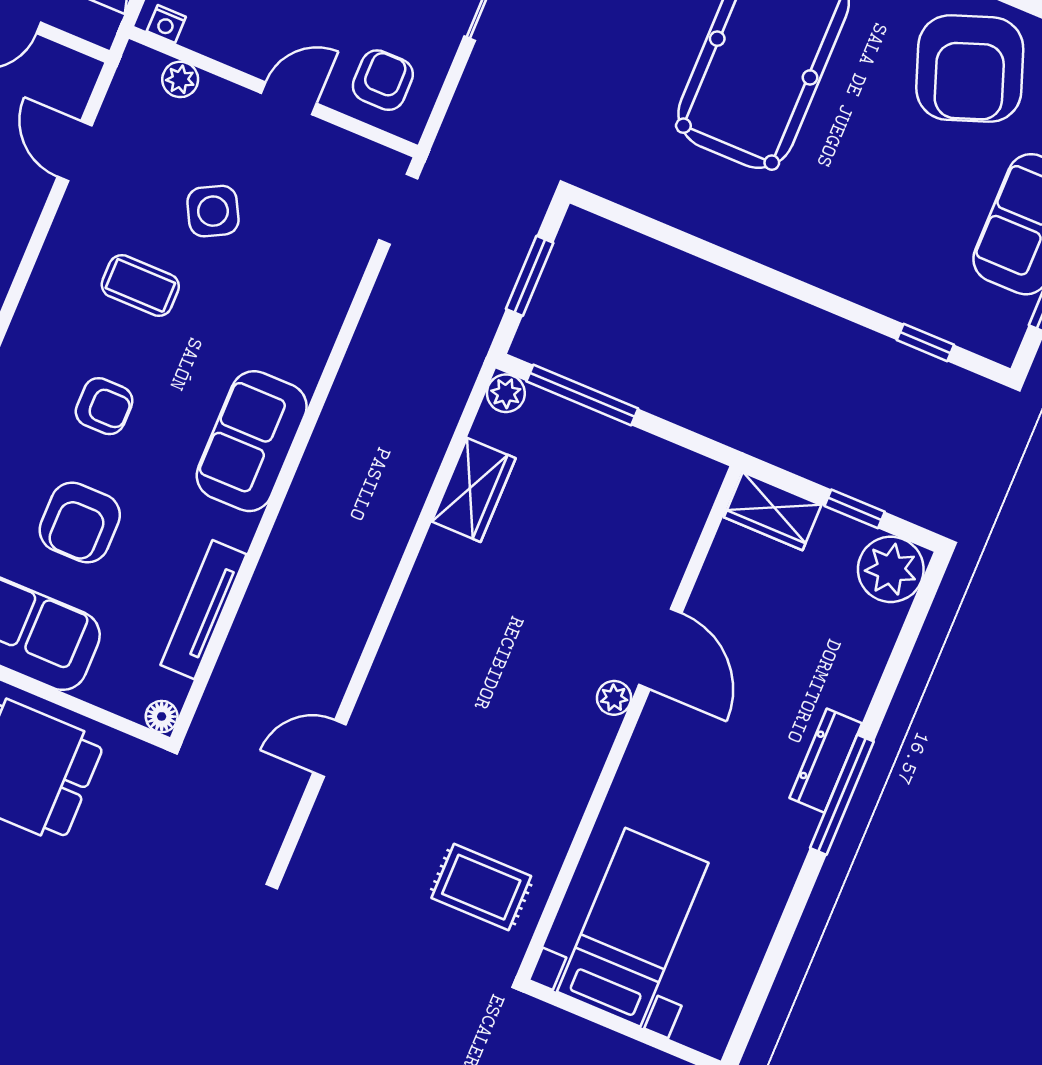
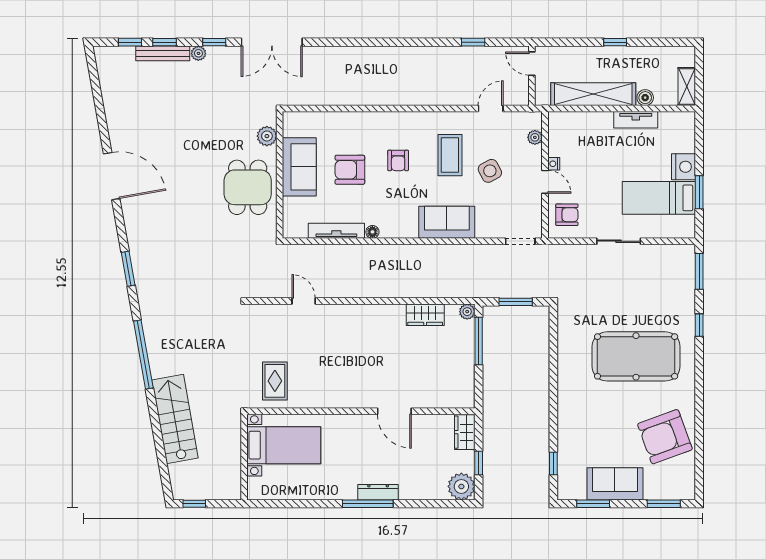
nightstand: (166, 24) -> (554, 164), moved
coffee table: (140, 286) -> (450, 155), width x1.36, depth x1.30
sofa: (252, 441) -> (447, 222), moved
door: (660, 649) -> (394, 411), hinge flipped
plant: (614, 698) -> (368, 401), removed
floor lamp: (162, 716) -> (372, 232), moved

